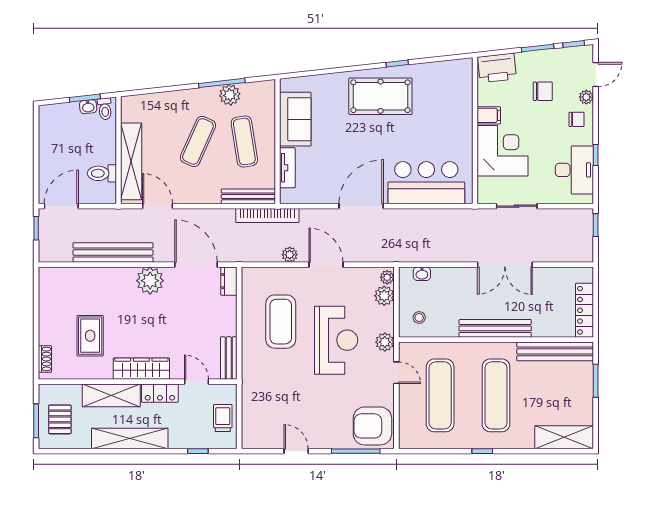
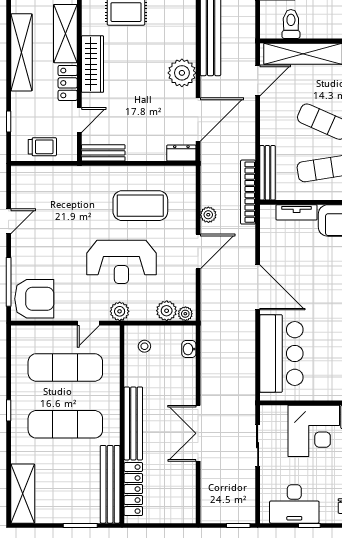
locker: (584, 310) -> (133, 489), moved, turned 90
armchair: (372, 426) -> (34, 299), turned 90

